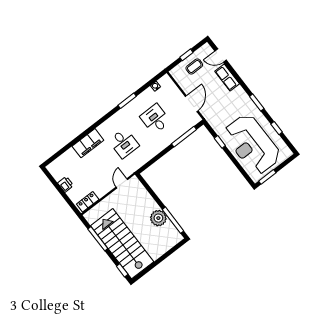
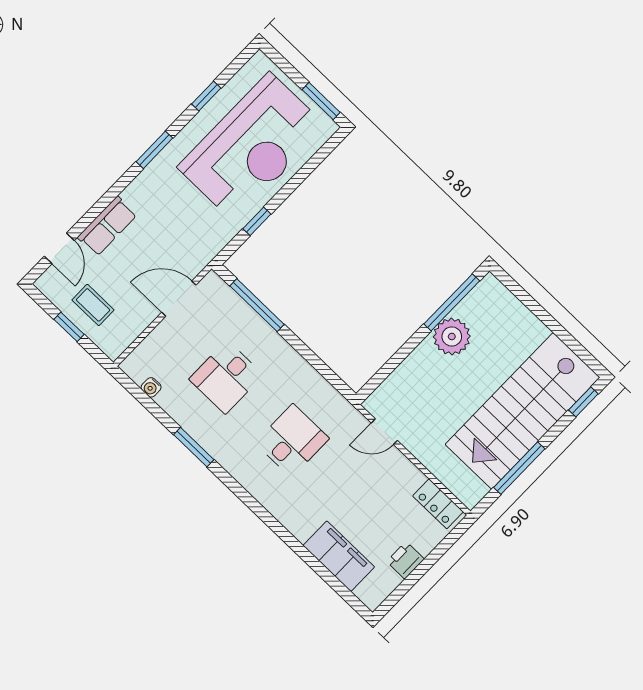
filing cabinet: (88, 143) -> (339, 556), moved

